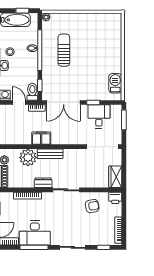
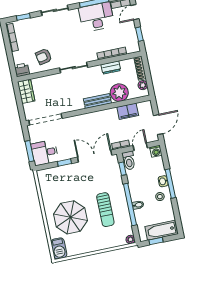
parasol: (98, 50) -> (71, 217), added
barbecue: (115, 83) -> (59, 248), moved
door: (19, 102) -> (140, 147), swing flipped
desk: (99, 116) -> (45, 153), moved, turned 90
filing cabinet: (41, 138) -> (128, 111), moved
dresser: (43, 183) -> (111, 67), moved

